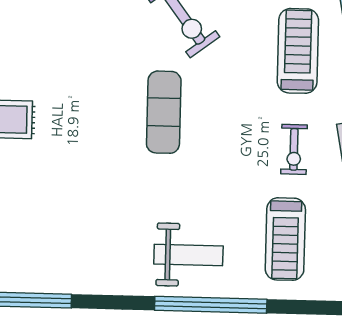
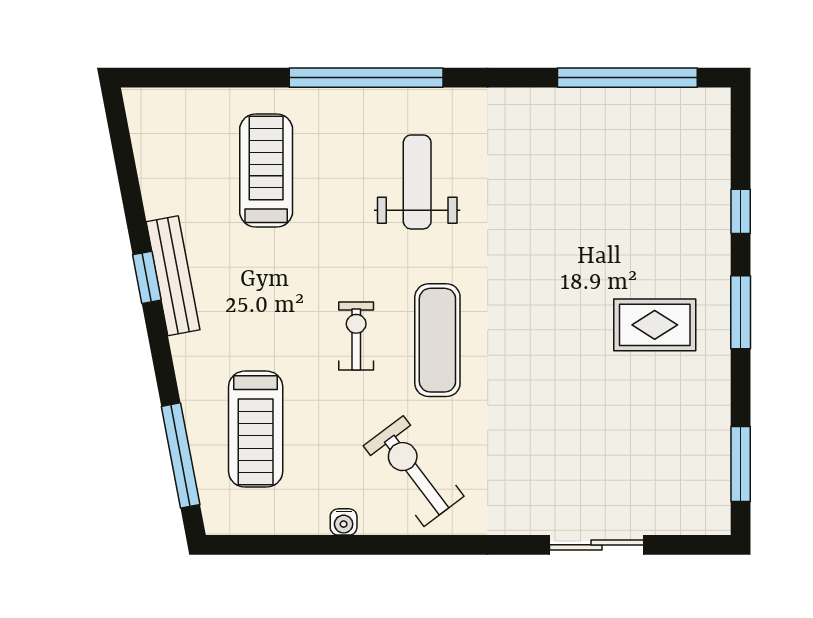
exercise bike: (294, 149) -> (356, 336), moved
weight bench: (188, 255) -> (417, 182), moved, turned 90

